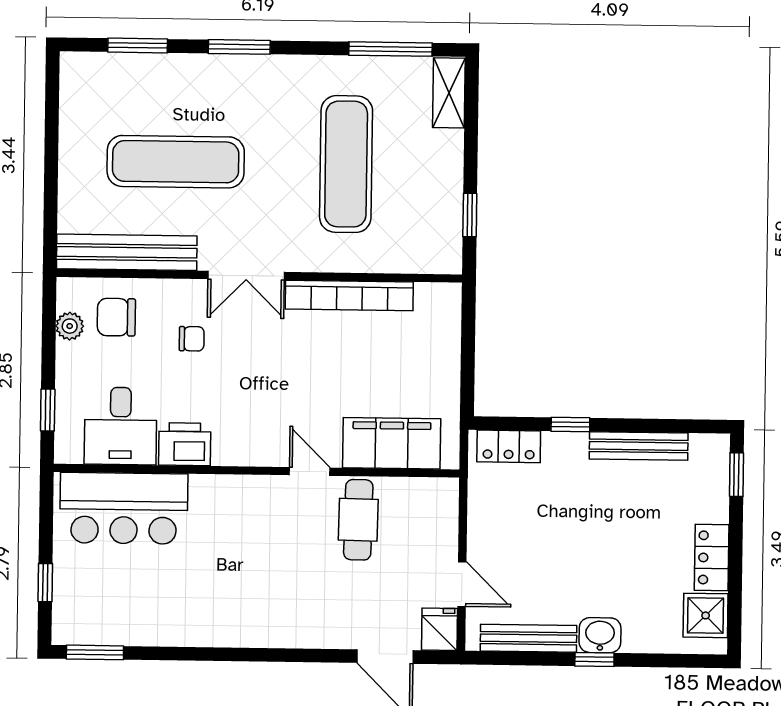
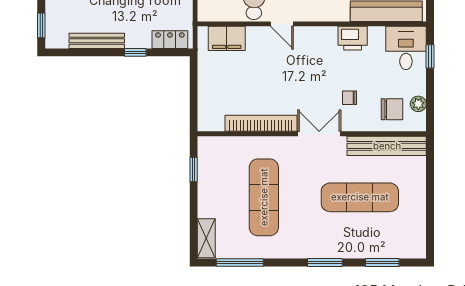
desk: (121, 426) -> (406, 48), moved
filing cabinet: (392, 443) -> (227, 38), width x0.67, depth x0.86

